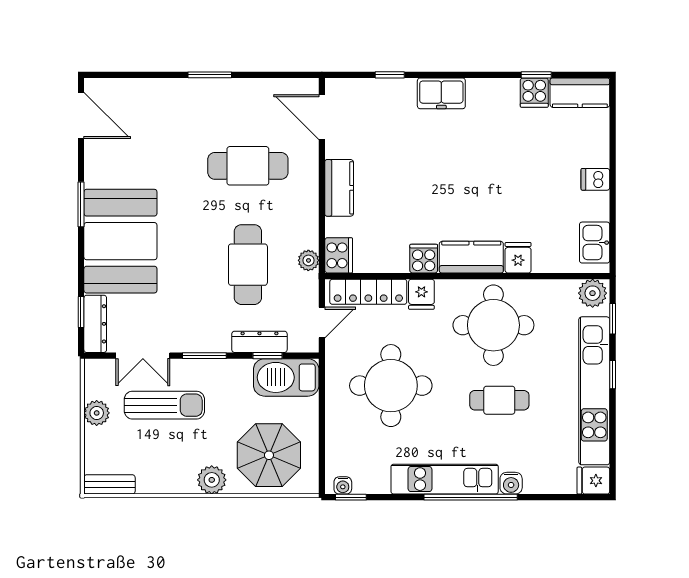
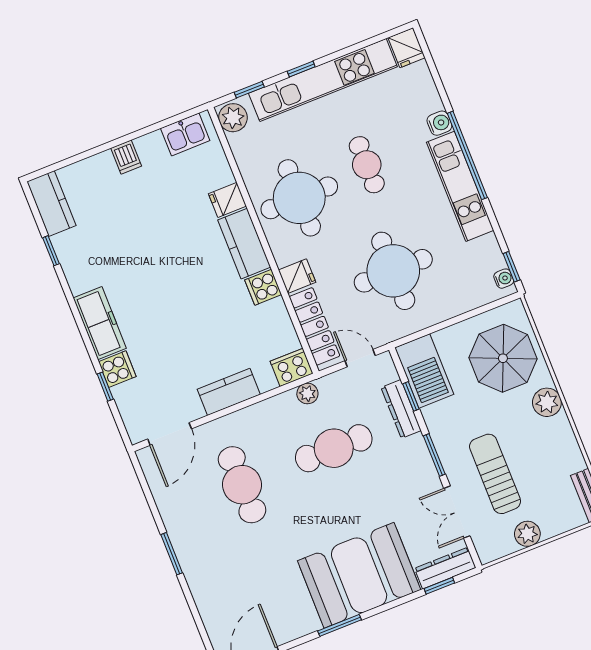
freezer: (441, 93) -> (100, 323), width x1.40
cooker: (534, 93) -> (117, 369), moved
double door: (143, 356) -> (457, 512), swing flipped

